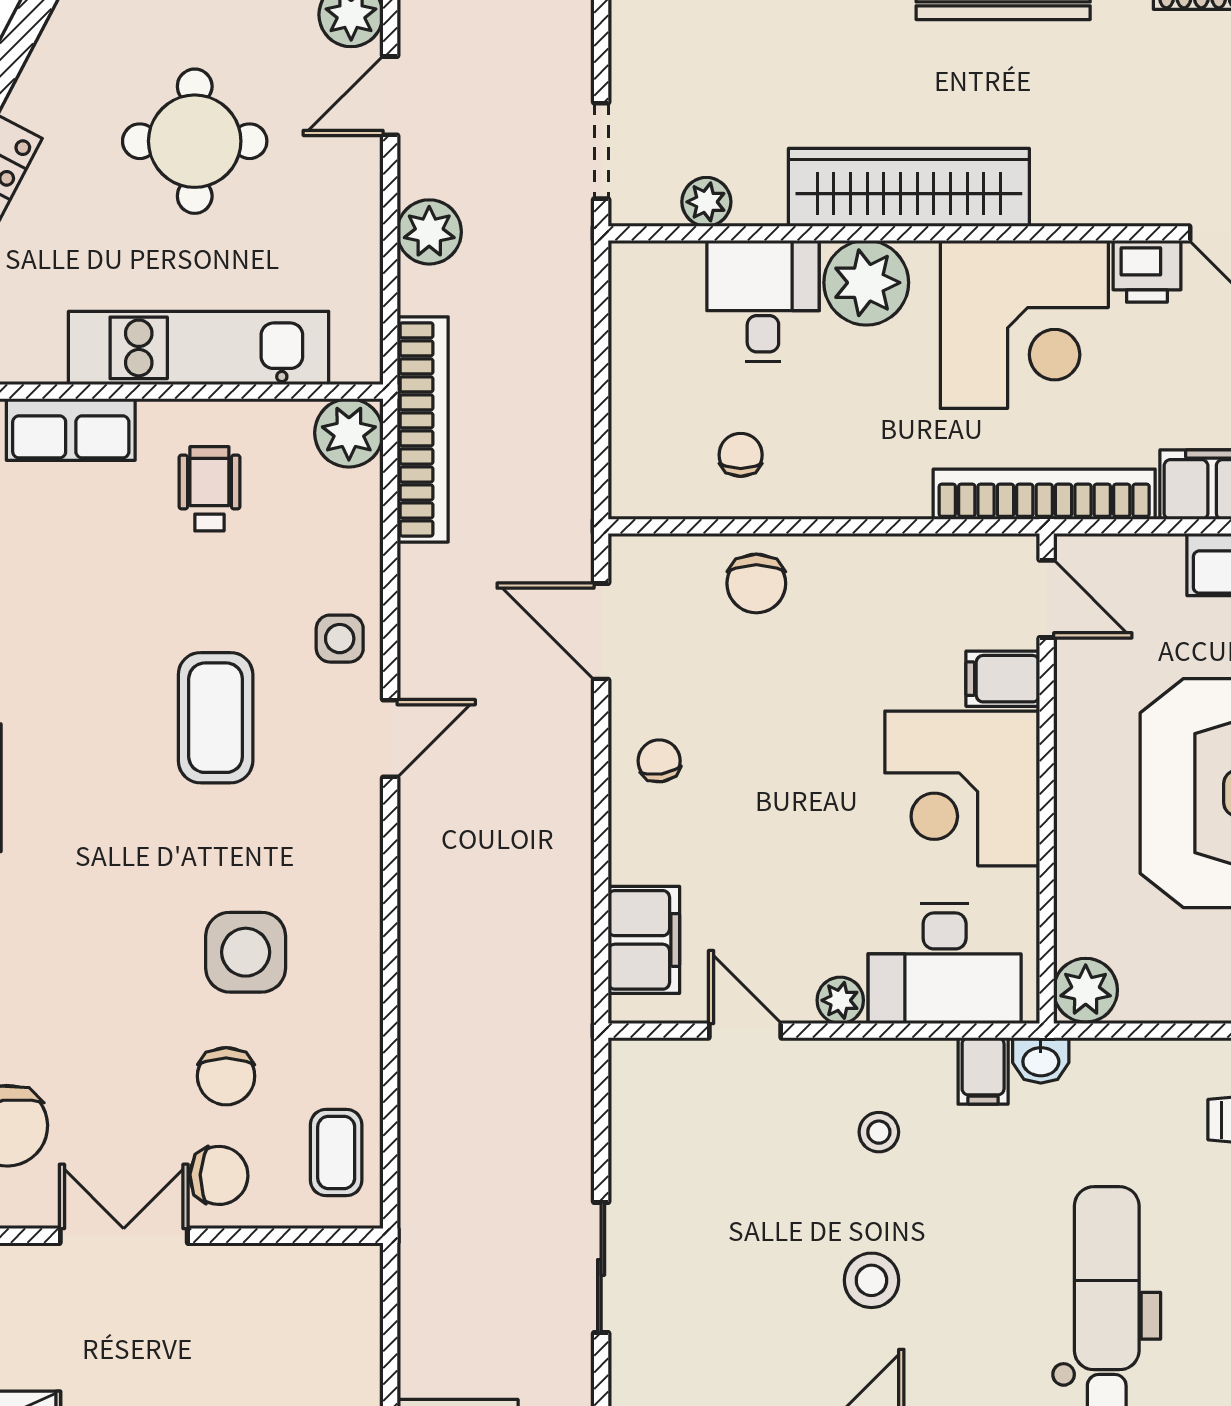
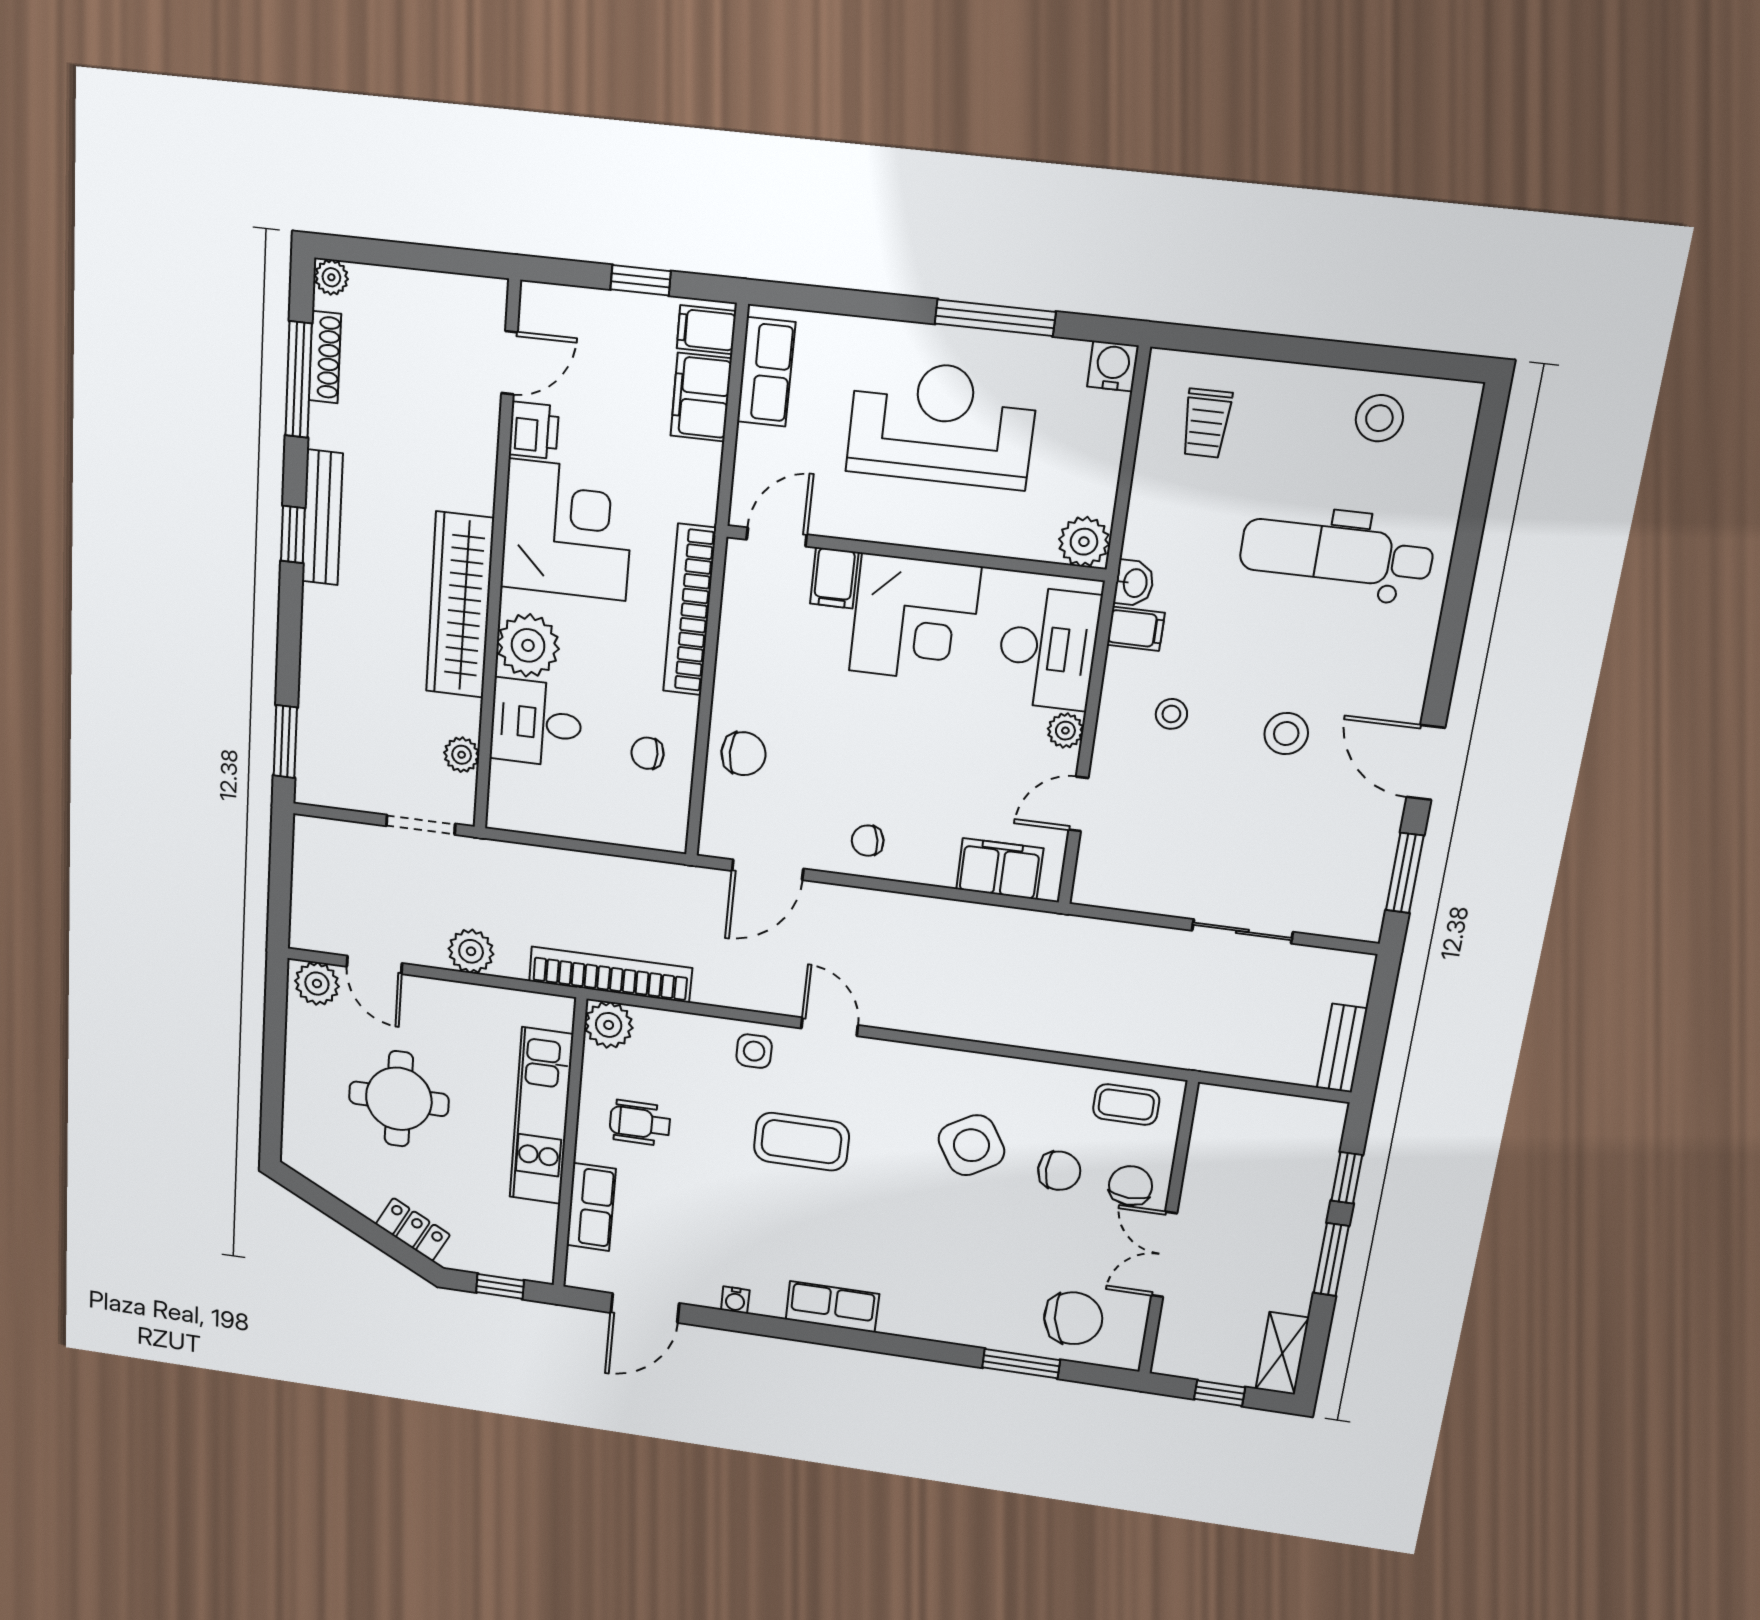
bookcase: (1044, 494) -> (690, 610), moved
side table: (246, 952) -> (971, 1145), turned -31

